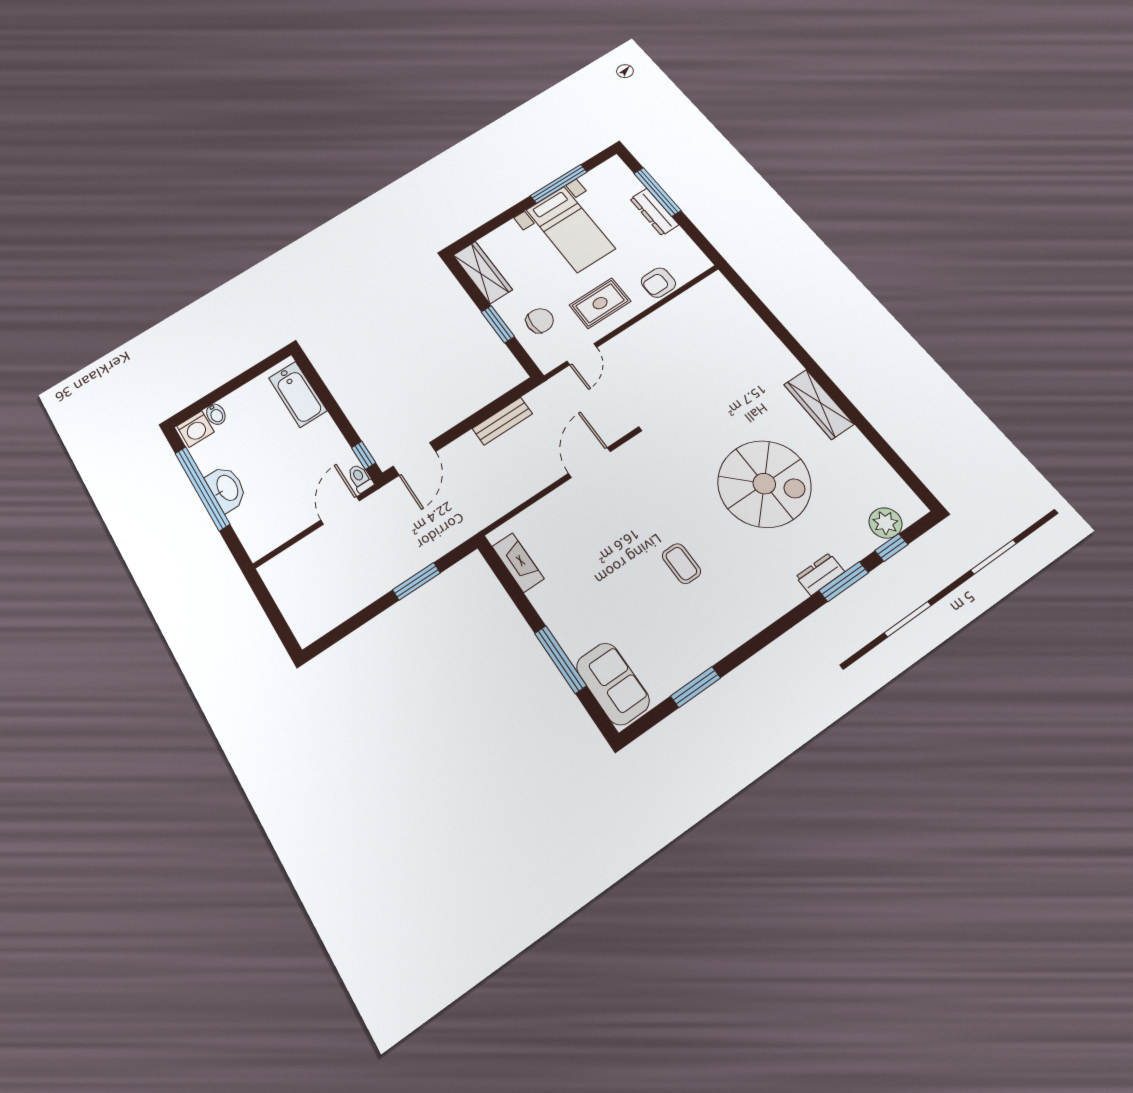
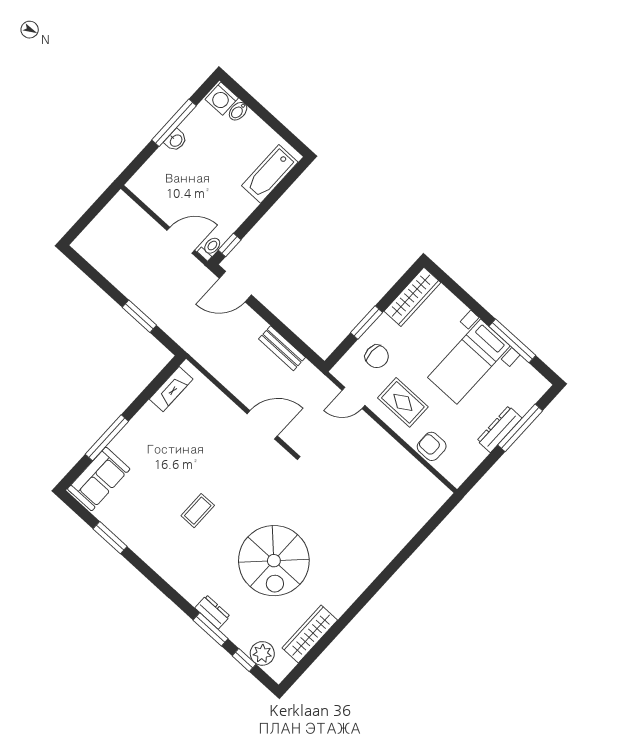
wardrobe: (819, 404) -> (310, 634), moved
window: (202, 488) -> (174, 123), width x0.68
washbasin: (227, 488) -> (176, 140), width x0.52, depth x0.69

